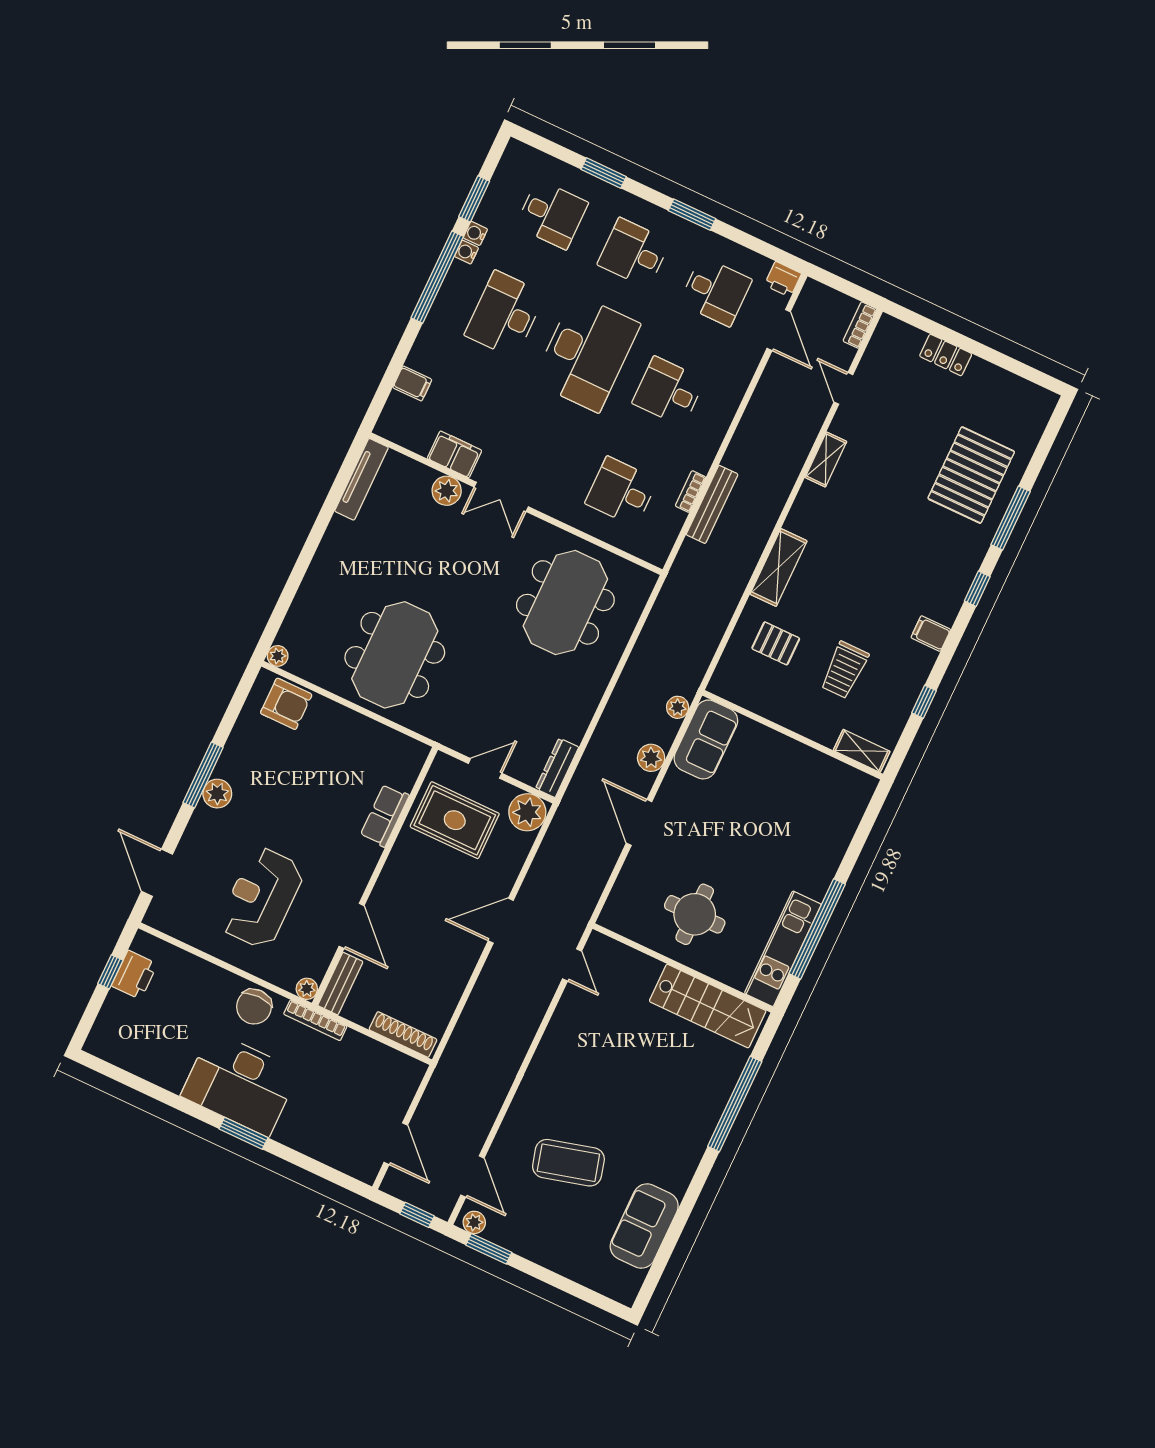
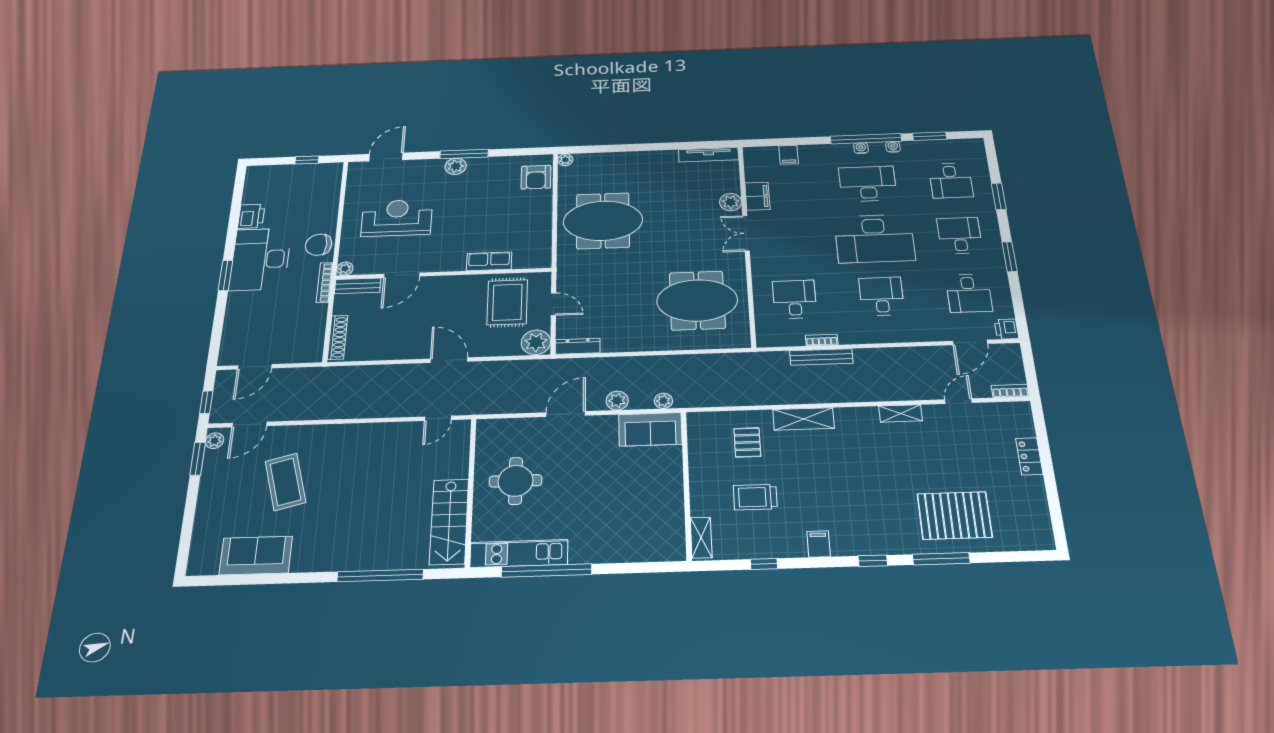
water cooler: (475, 233) -> (861, 148), moved
printer: (134, 975) -> (251, 216), moved, turned -90

